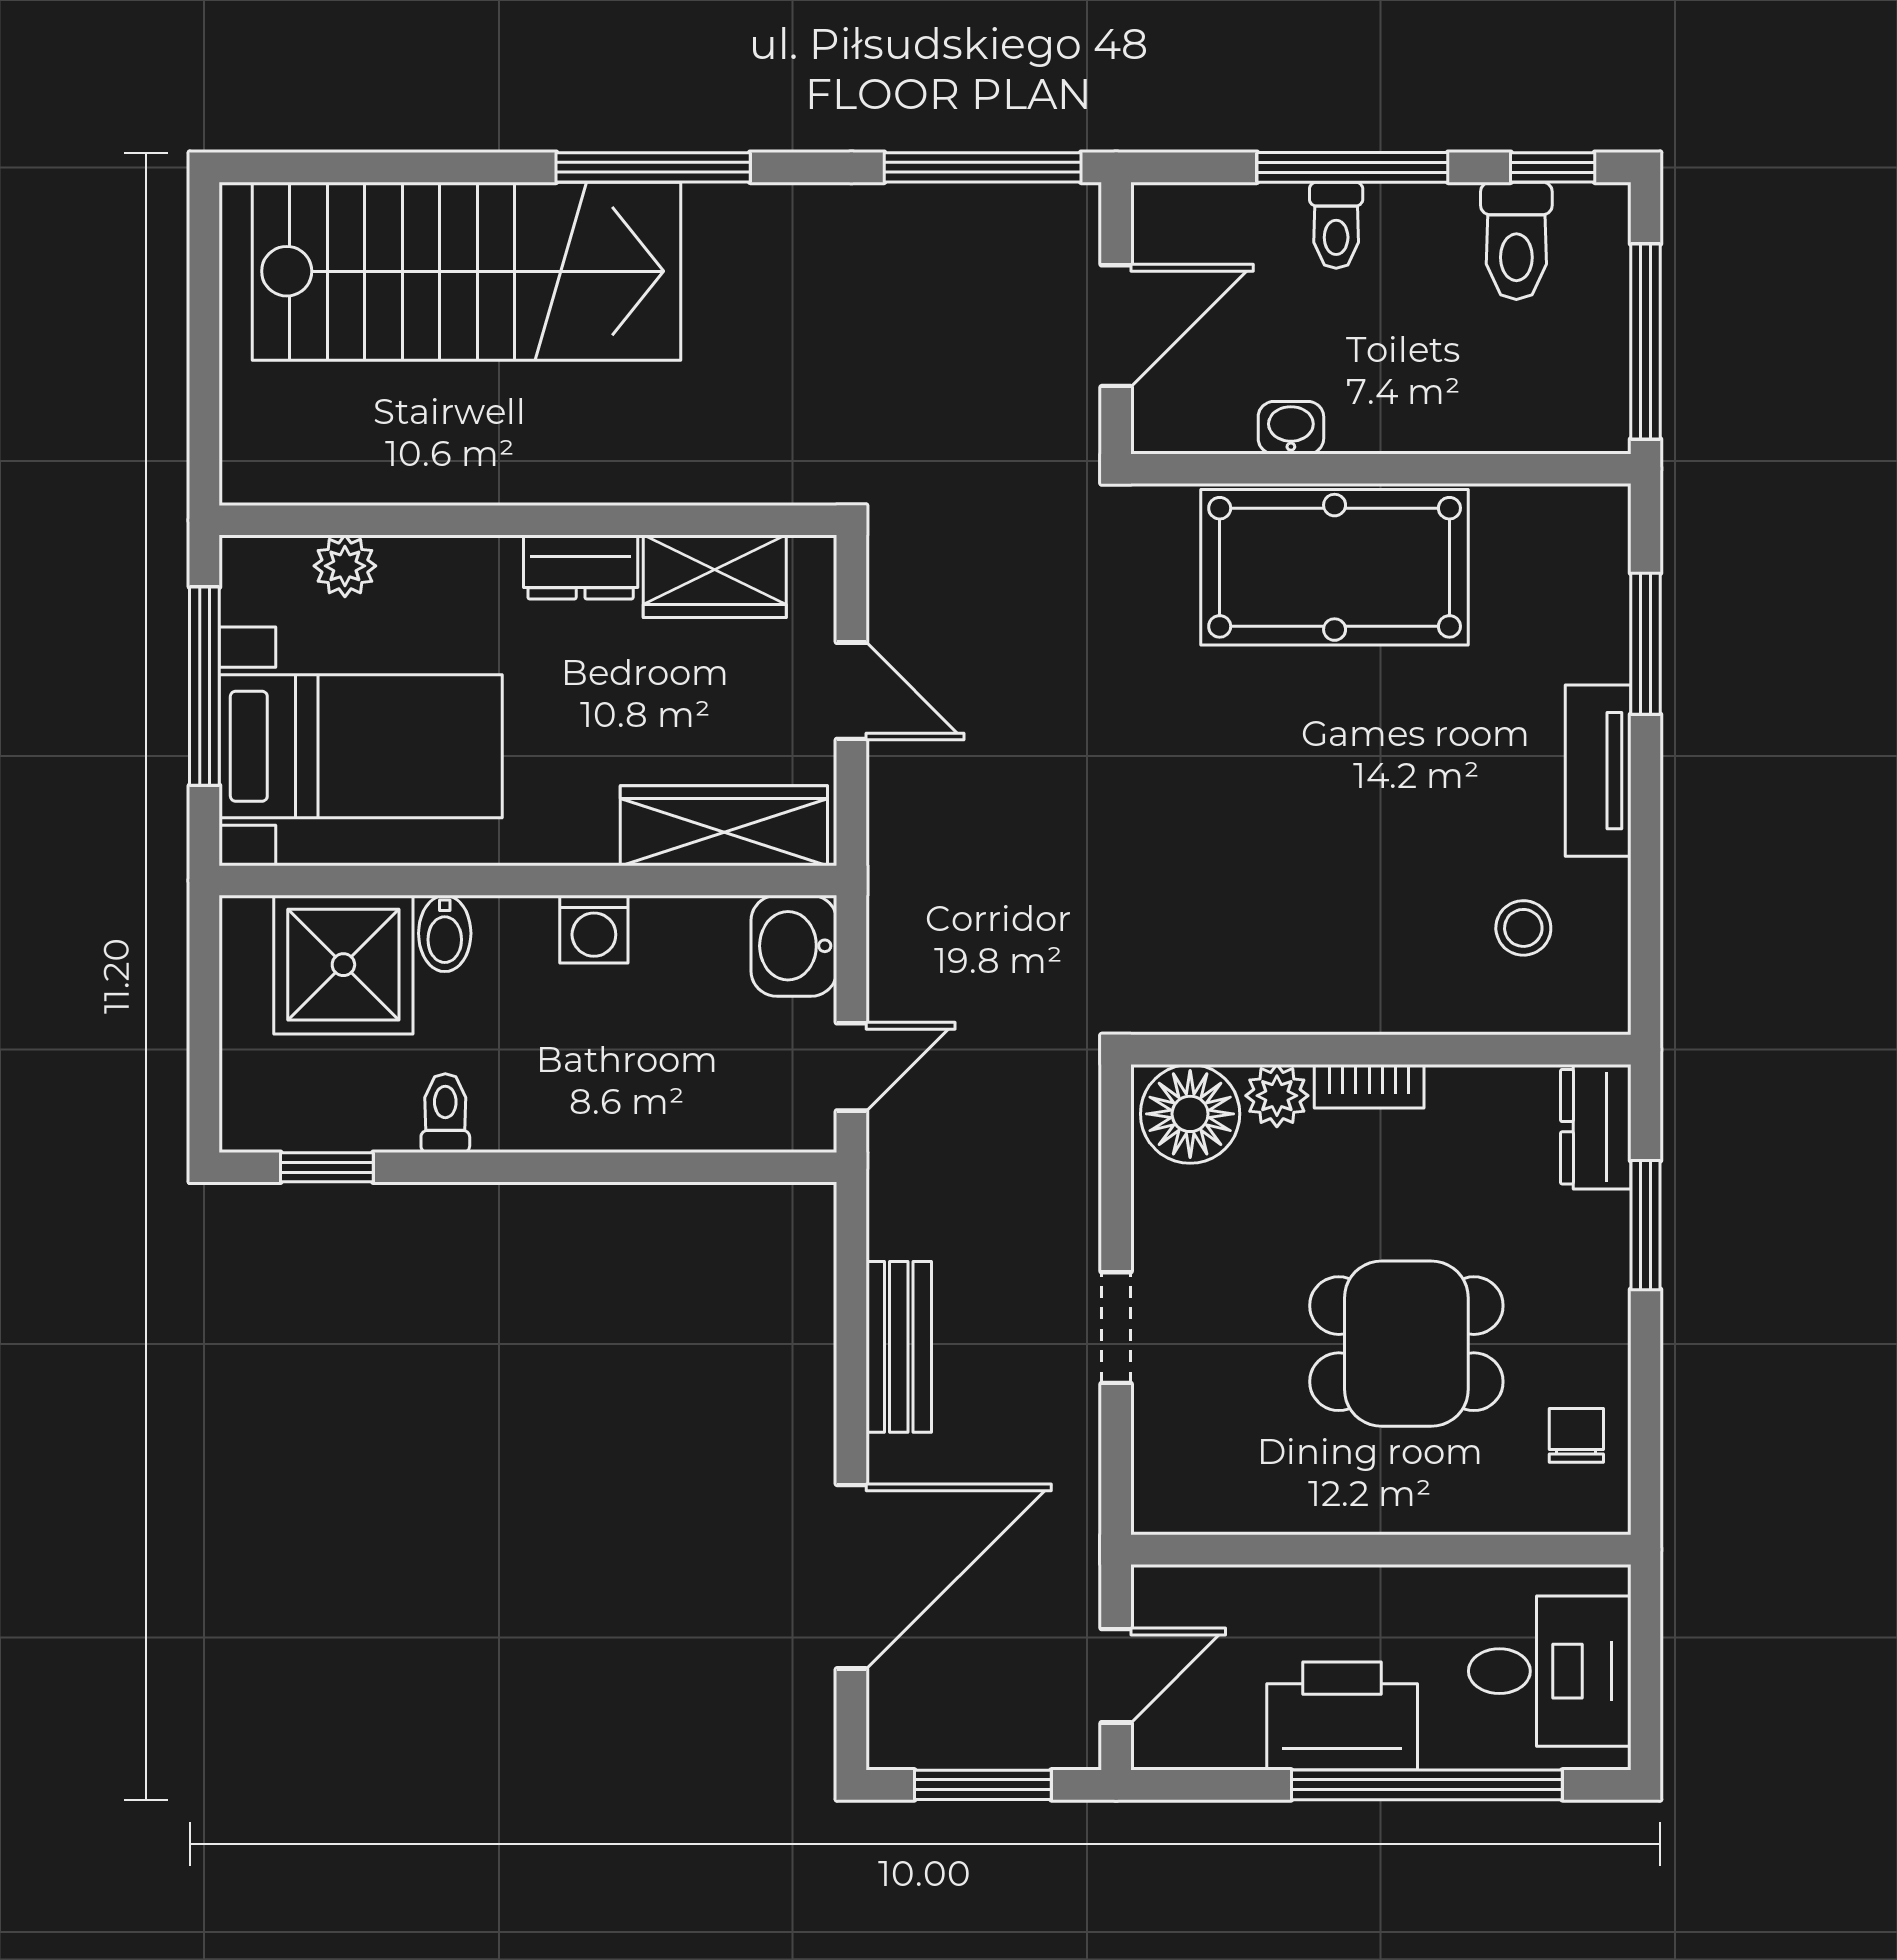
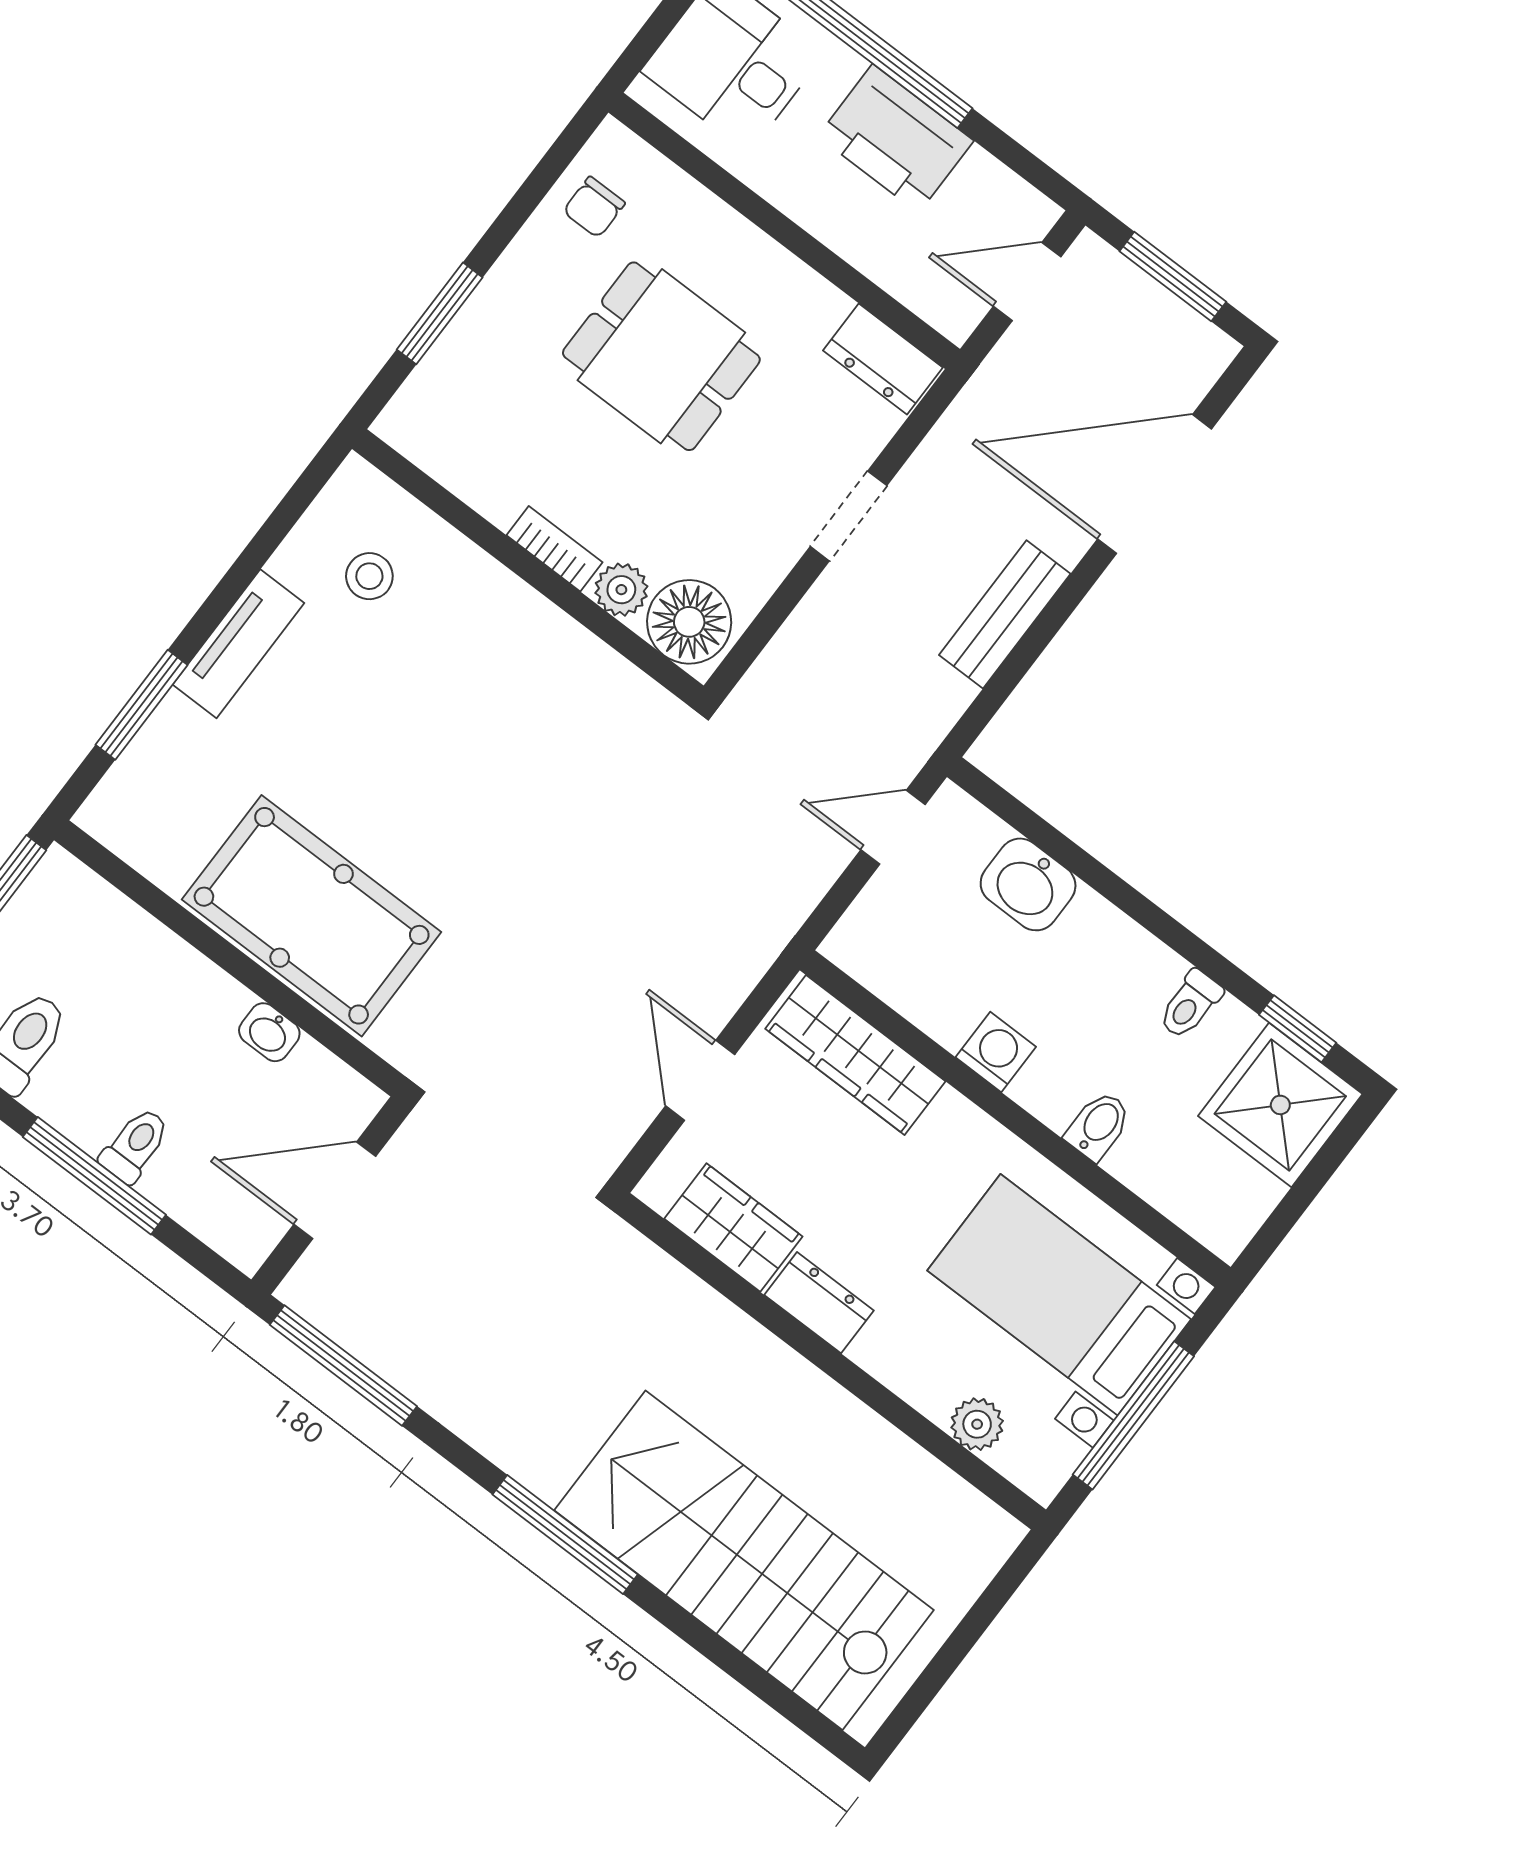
washbasin: (794, 946) -> (1028, 884), moved, turned 90
shower: (343, 965) -> (1280, 1105), moved
dresser: (1596, 1127) -> (883, 359), moved, turned 90

